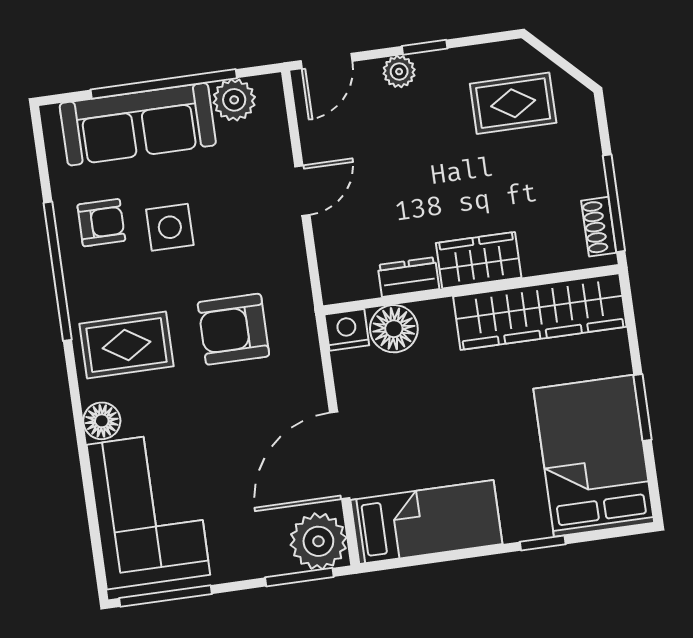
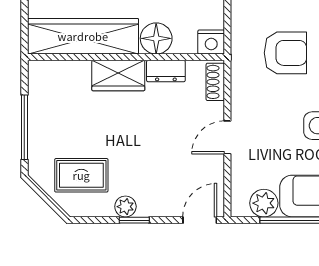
plant: (399, 72) -> (125, 207), moved
window: (614, 203) -> (24, 127), moved
shoe rack: (599, 227) -> (215, 82), moved, turned 180
floor lamp: (394, 329) -> (156, 38), moved

